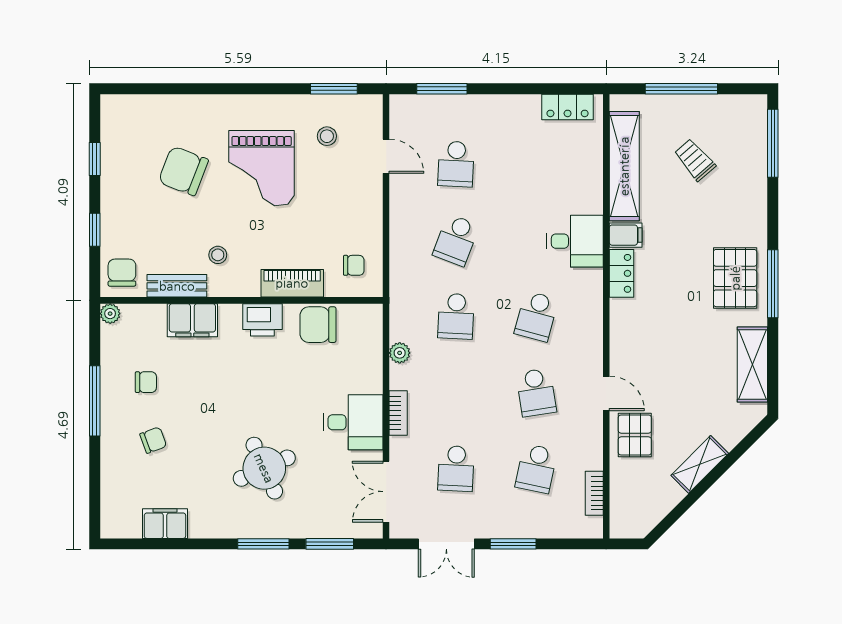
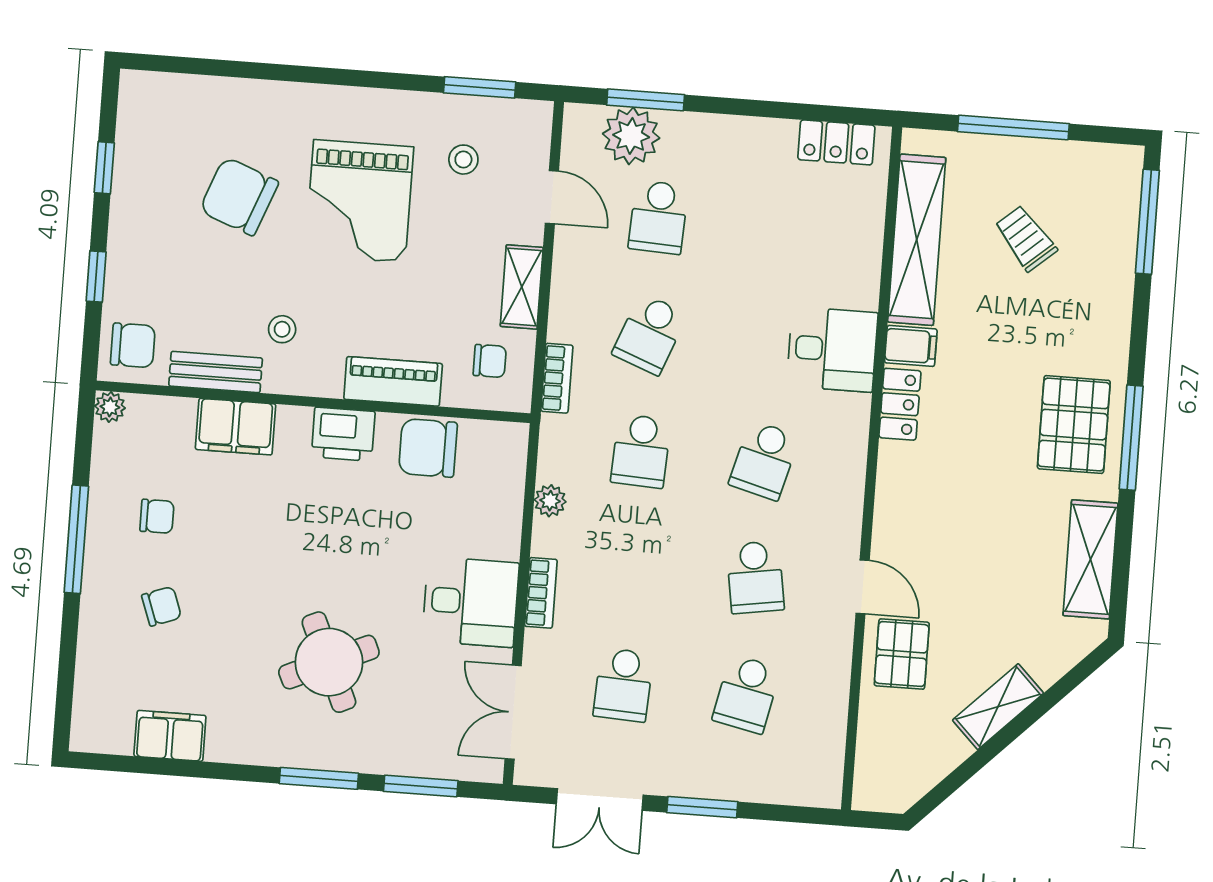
plant: (434, 113) -> (631, 136), added
shelving: (371, 216) -> (522, 287), added
chair: (122, 273) -> (133, 345), turned 90
bookcase: (594, 493) -> (557, 378), moved, turned 180

